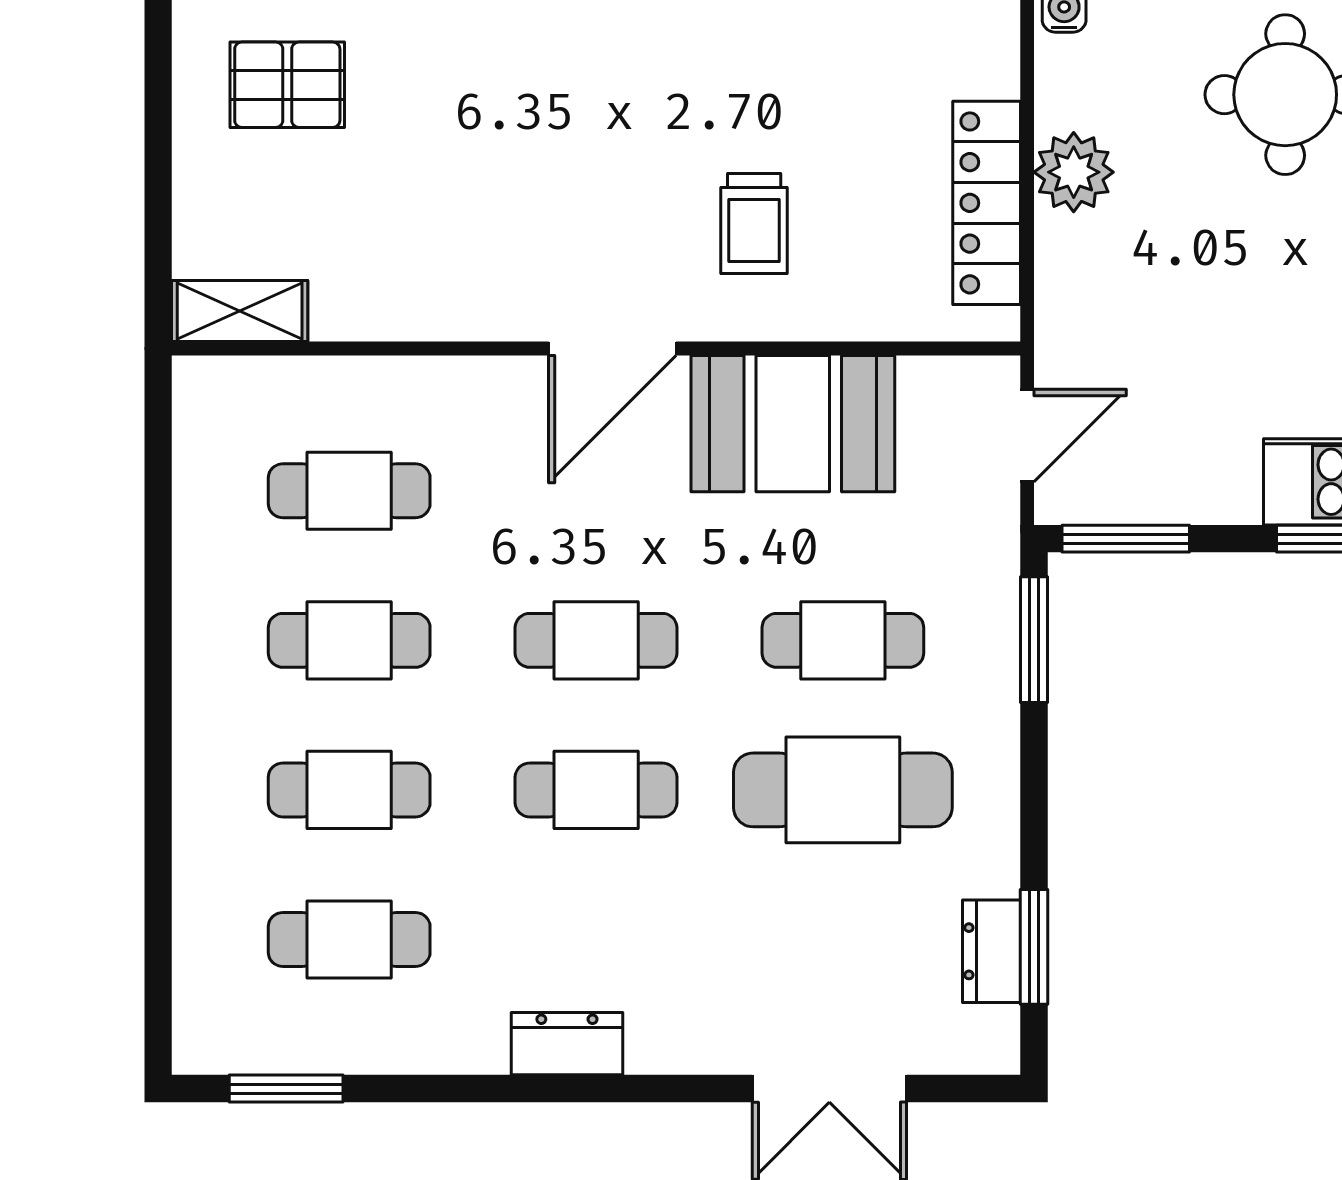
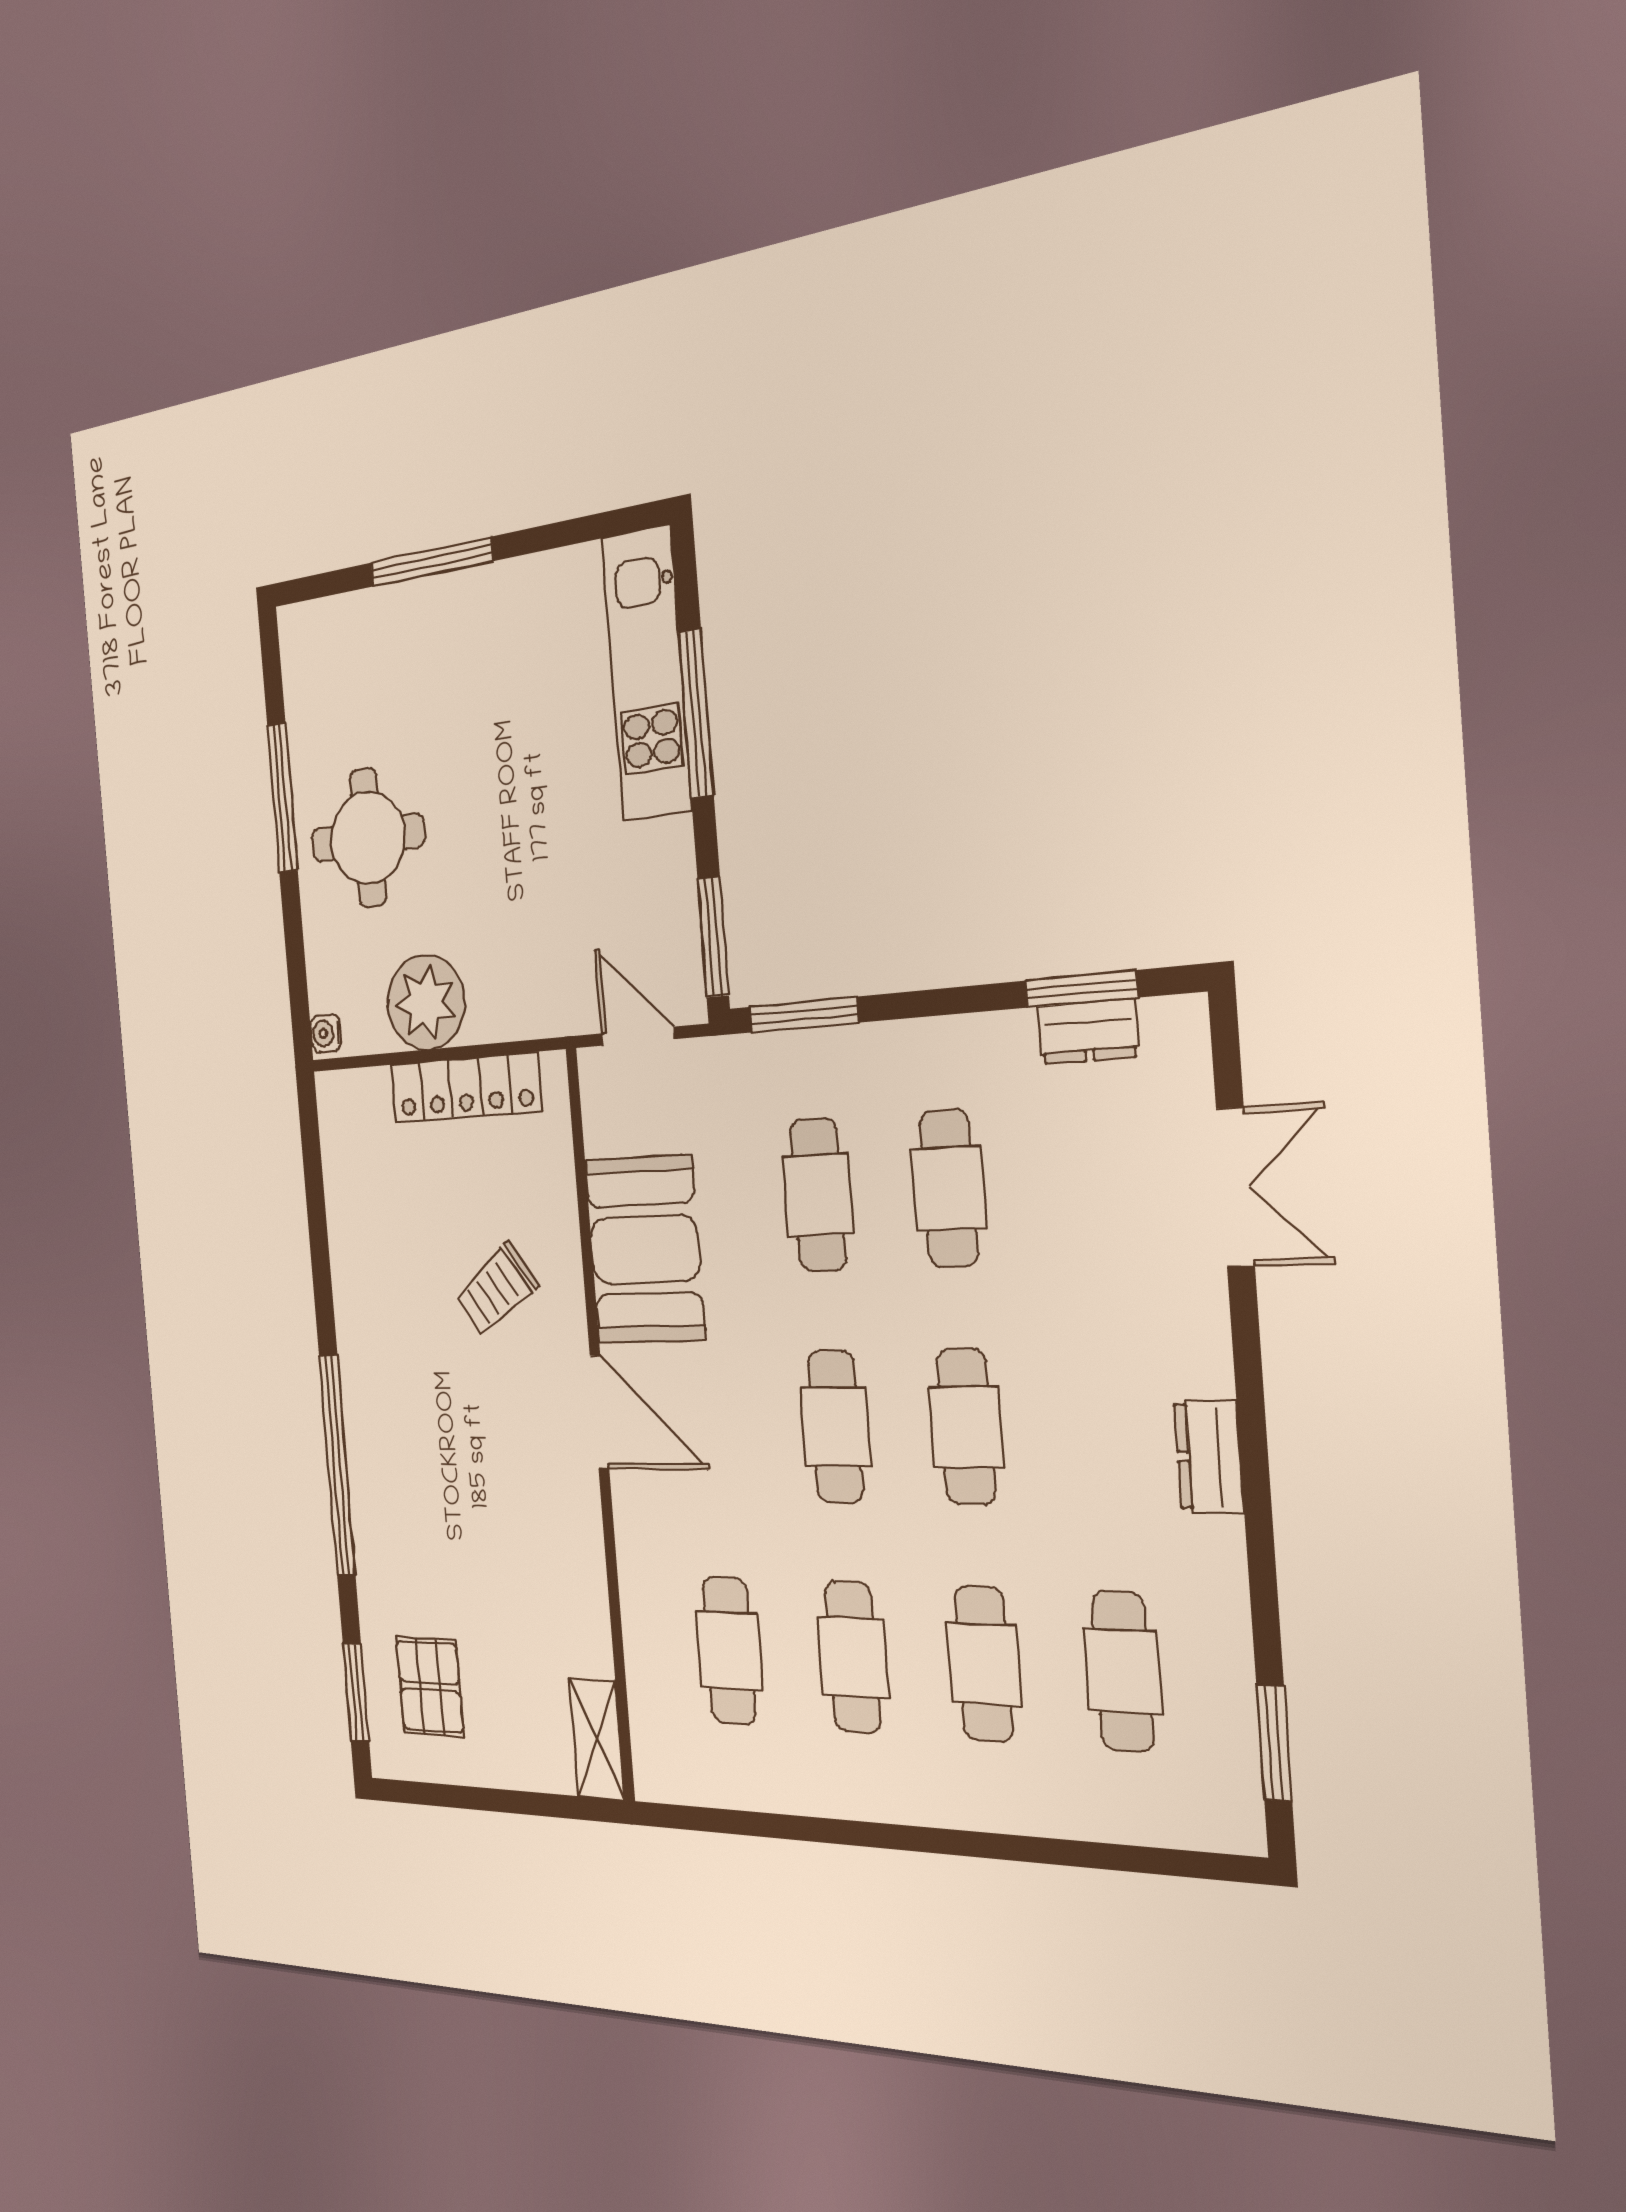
plant: (1074, 172) -> (426, 1002), width x1.36, depth x1.36
trolley: (754, 224) -> (497, 1289), turned 144
cafe table: (843, 790) -> (949, 1188), width x0.73, depth x0.74

